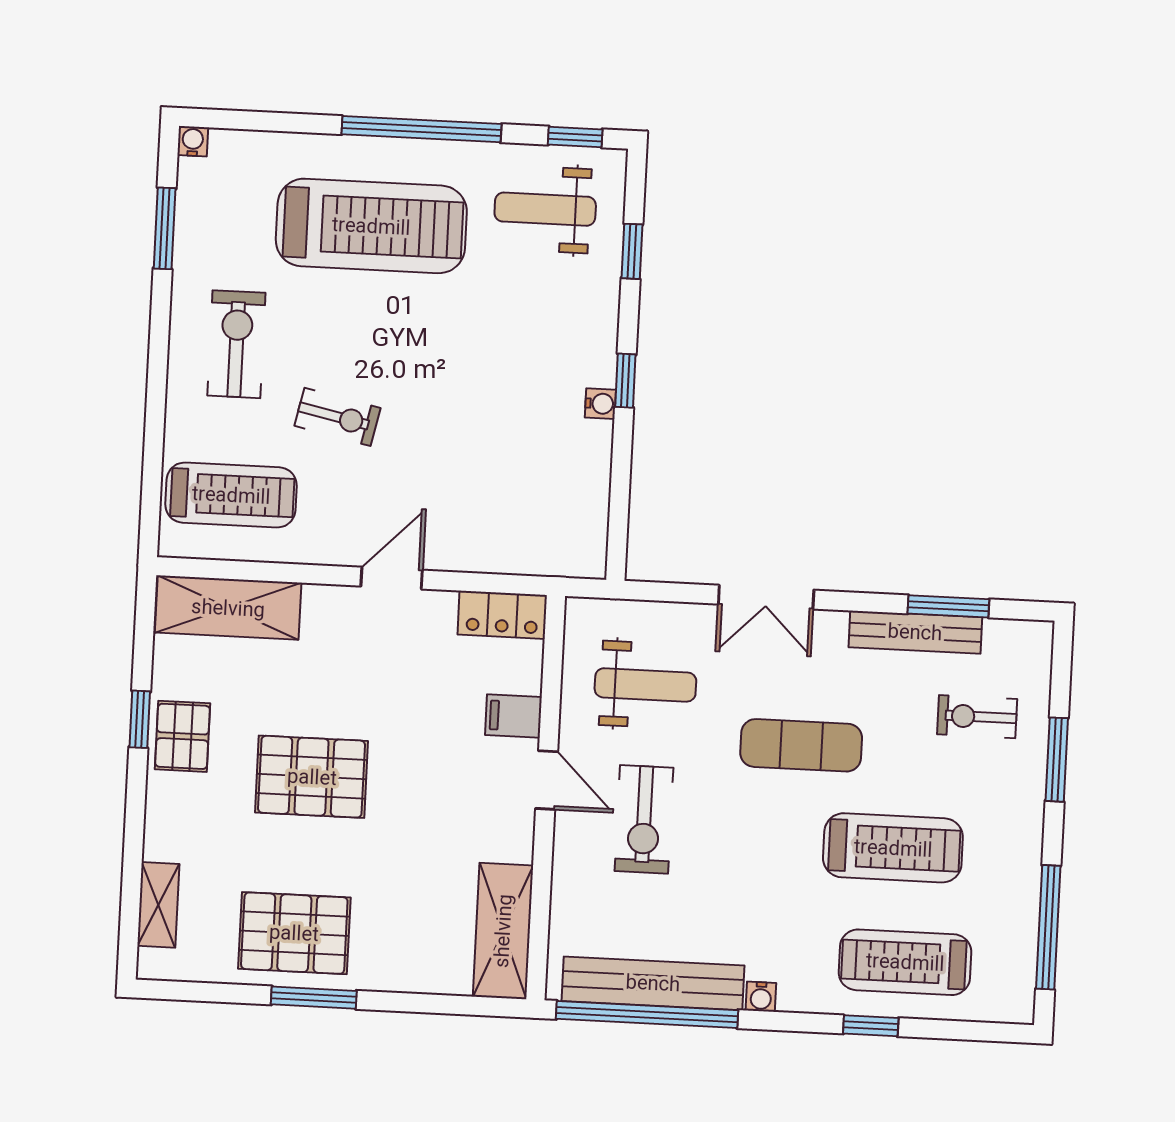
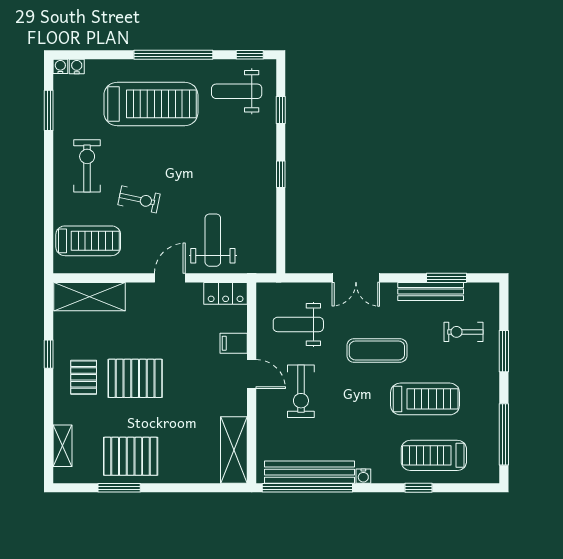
water cooler: (600, 404) -> (77, 67), moved, turned -90
weight bench: (482, 506) -> (213, 240), added
weight bench: (645, 685) -> (298, 324), turned 180
pallet: (183, 736) -> (84, 377), moved
window: (314, 998) -> (119, 488), moved

